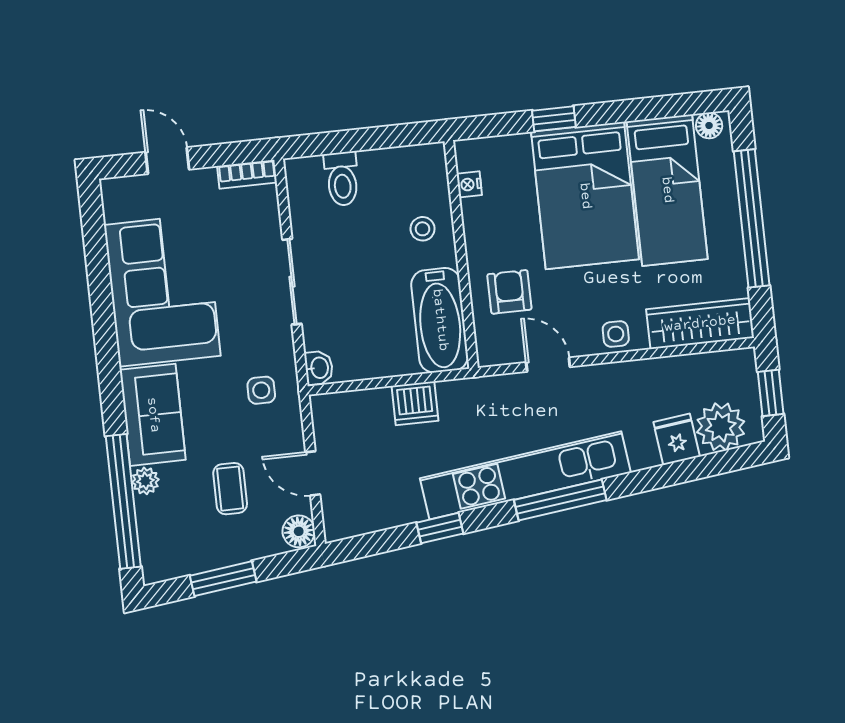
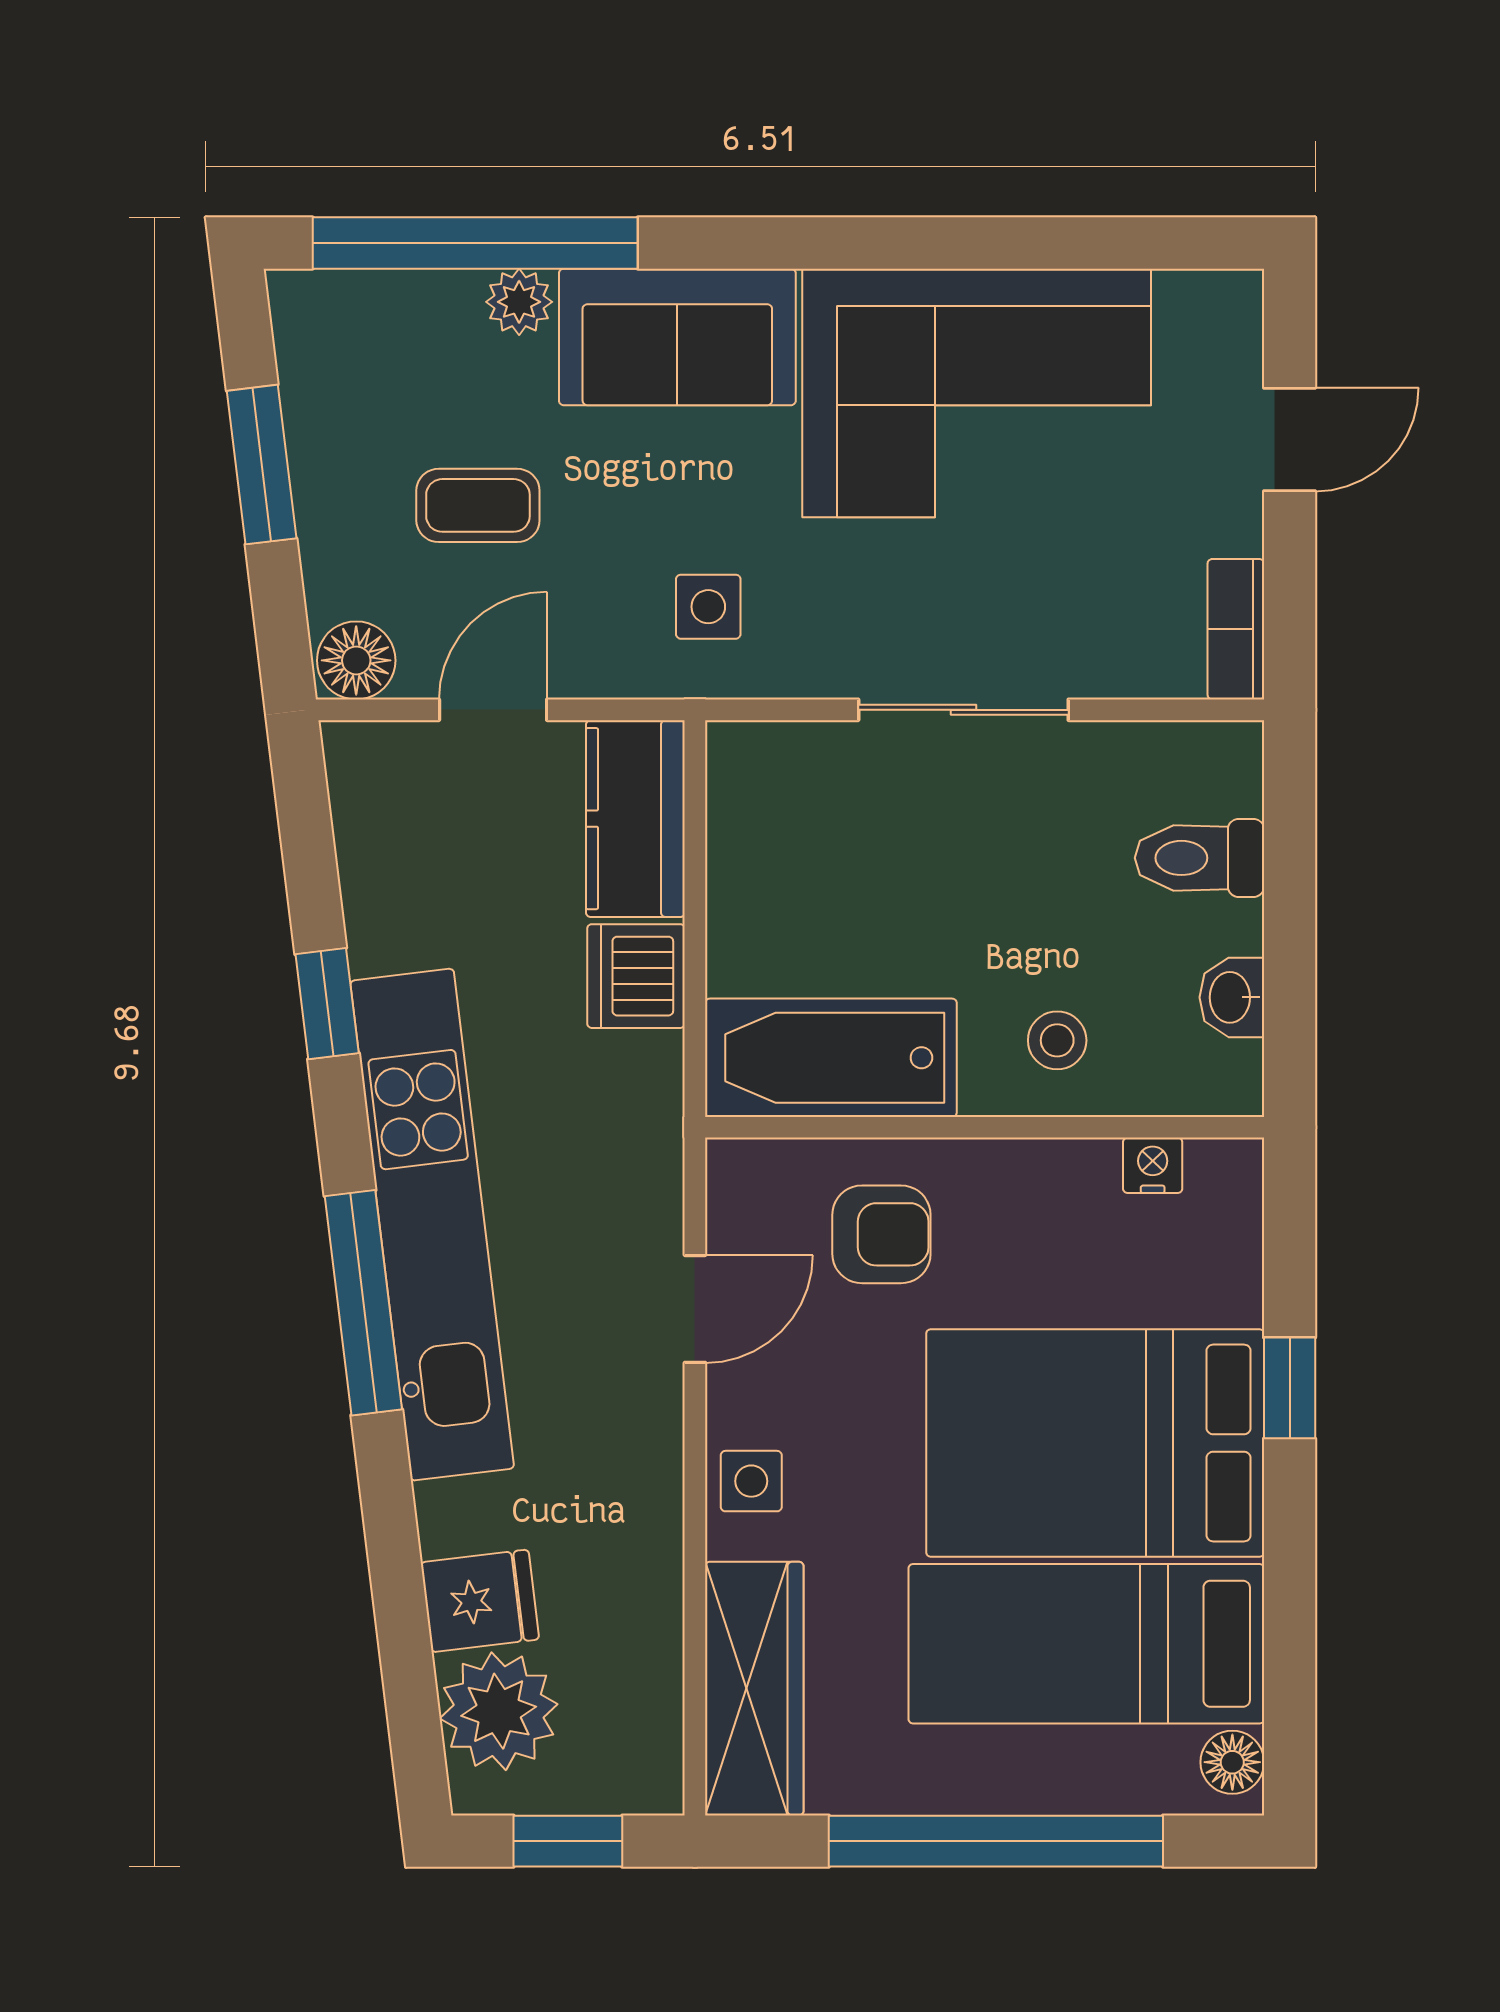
washbasin: (319, 368) -> (1232, 997), moved, turned 90
kitchen counter: (351, 411) -> (635, 819), added

